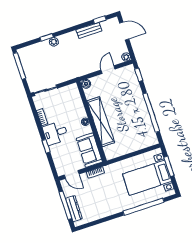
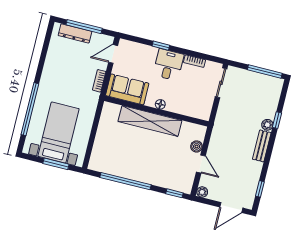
bench: (89, 30) -> (262, 146), moved
boiler: (86, 84) -> (197, 146), moved

